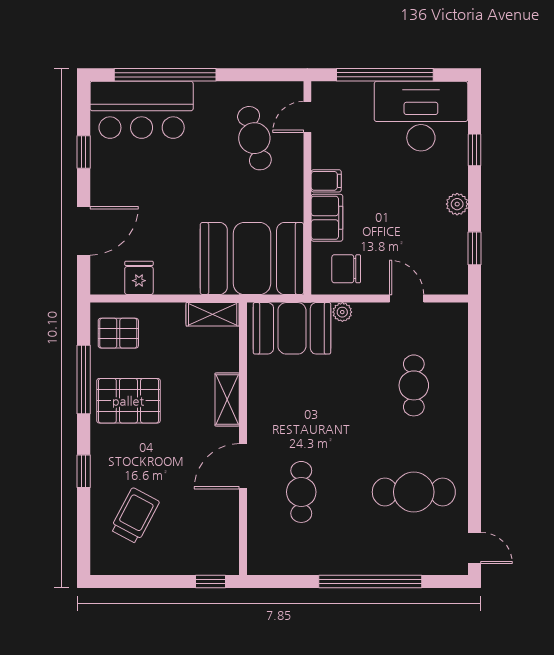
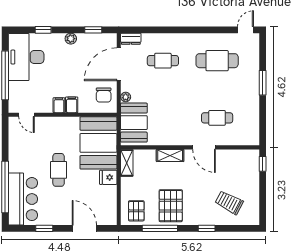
cafe table: (254, 138) -> (59, 170), moved, turned -75
filing cabinet: (327, 218) -> (72, 105), width x0.50
fridge: (139, 278) -> (108, 177), moved
door: (407, 299) -> (119, 64), width x1.87
dresser: (457, 322) -> (131, 39), added
cafe table: (414, 492) -> (217, 61), turned 90
window: (370, 581) -> (263, 83), width x0.47

